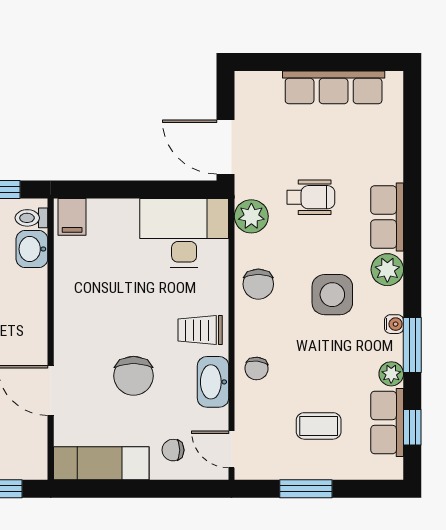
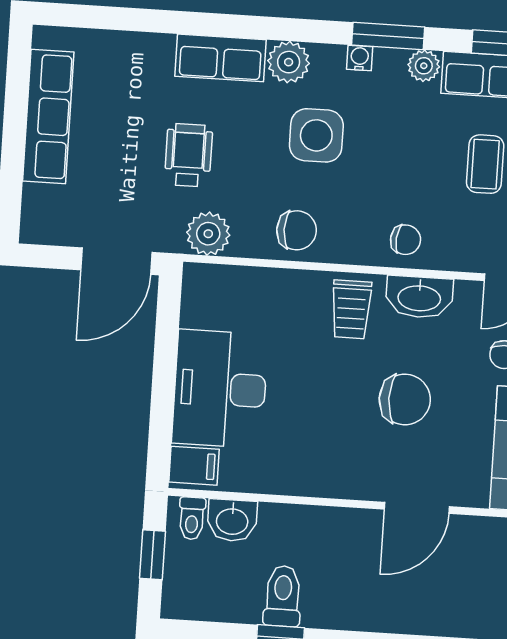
desk: (184, 233) -> (220, 389), moved

